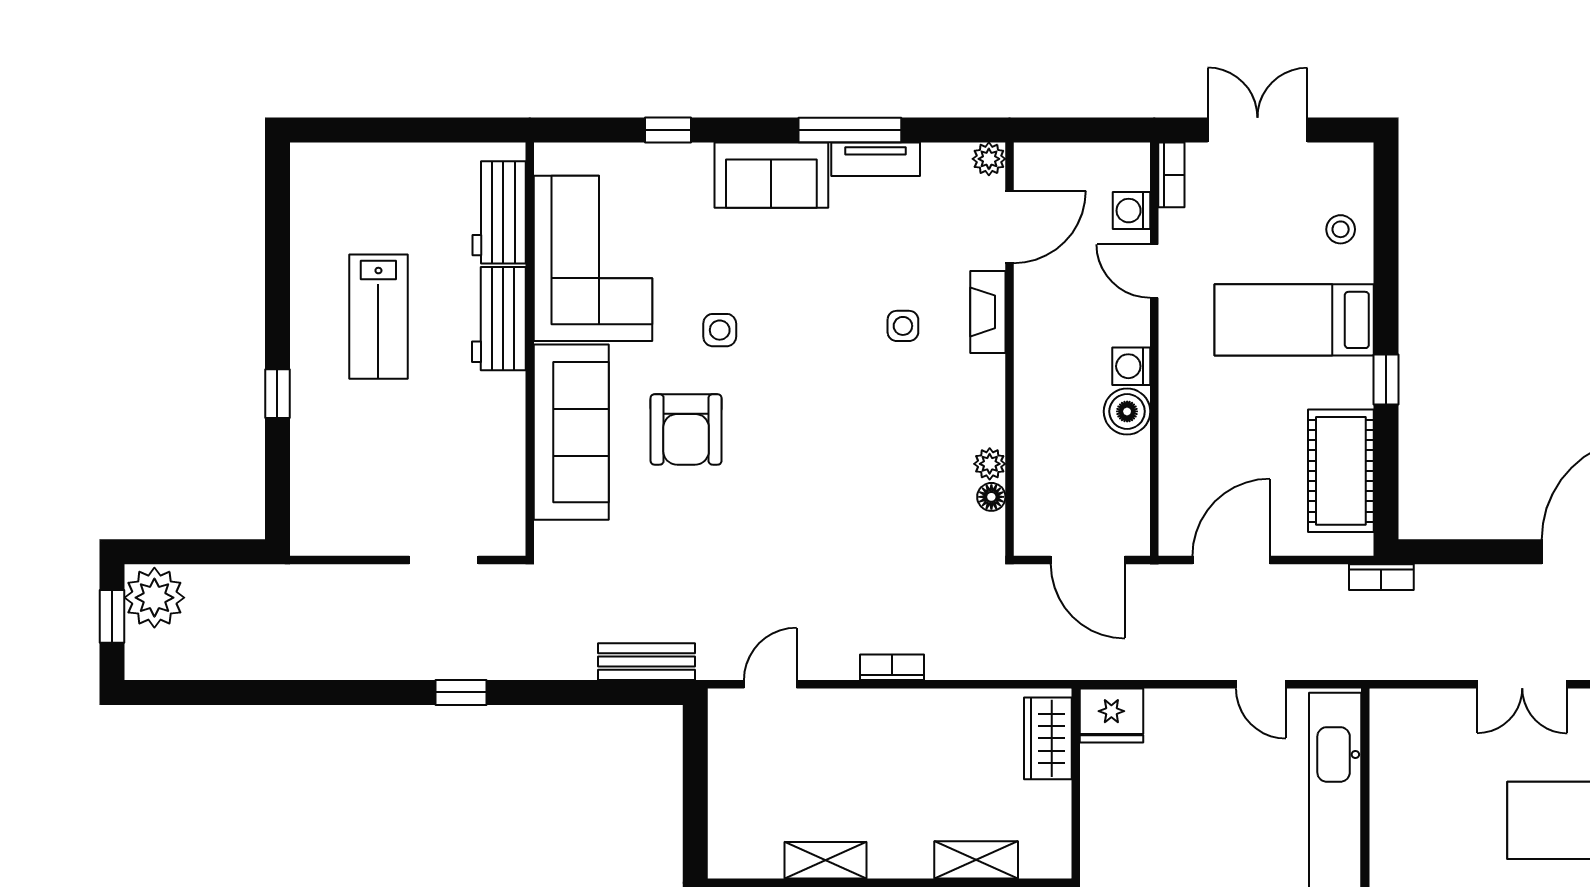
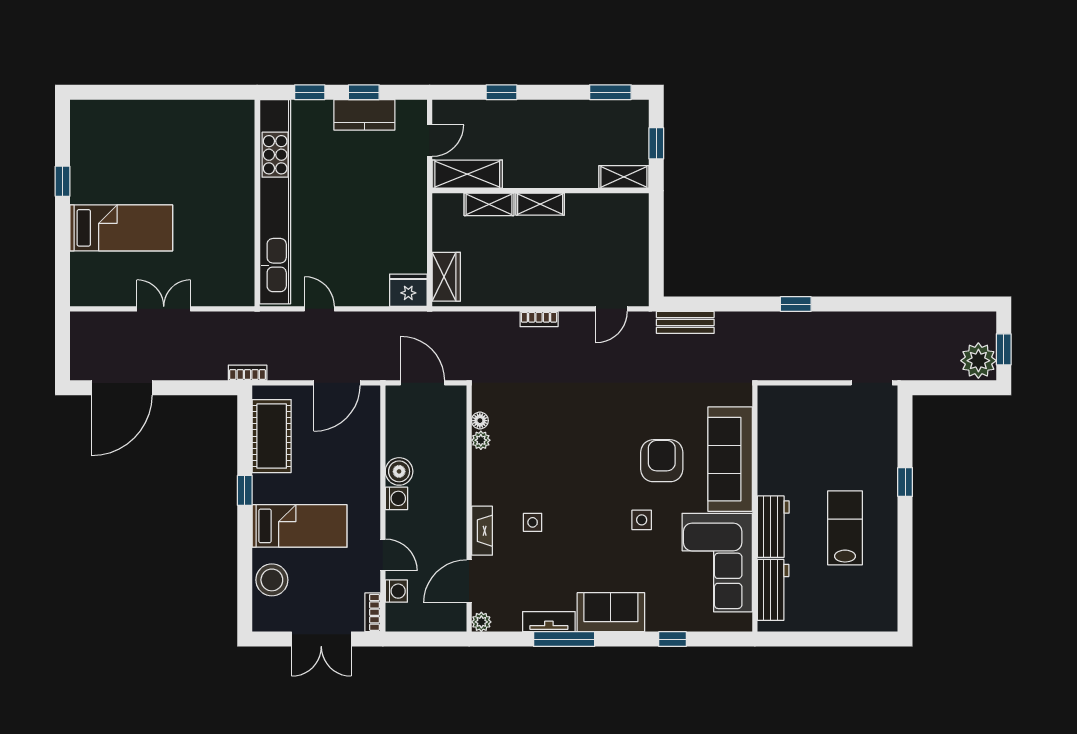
stool: (1341, 229) -> (272, 580), width x1.89, depth x1.89
doorway: (444, 560) -> (872, 383), moved
shelving: (826, 860) -> (540, 204), moved

